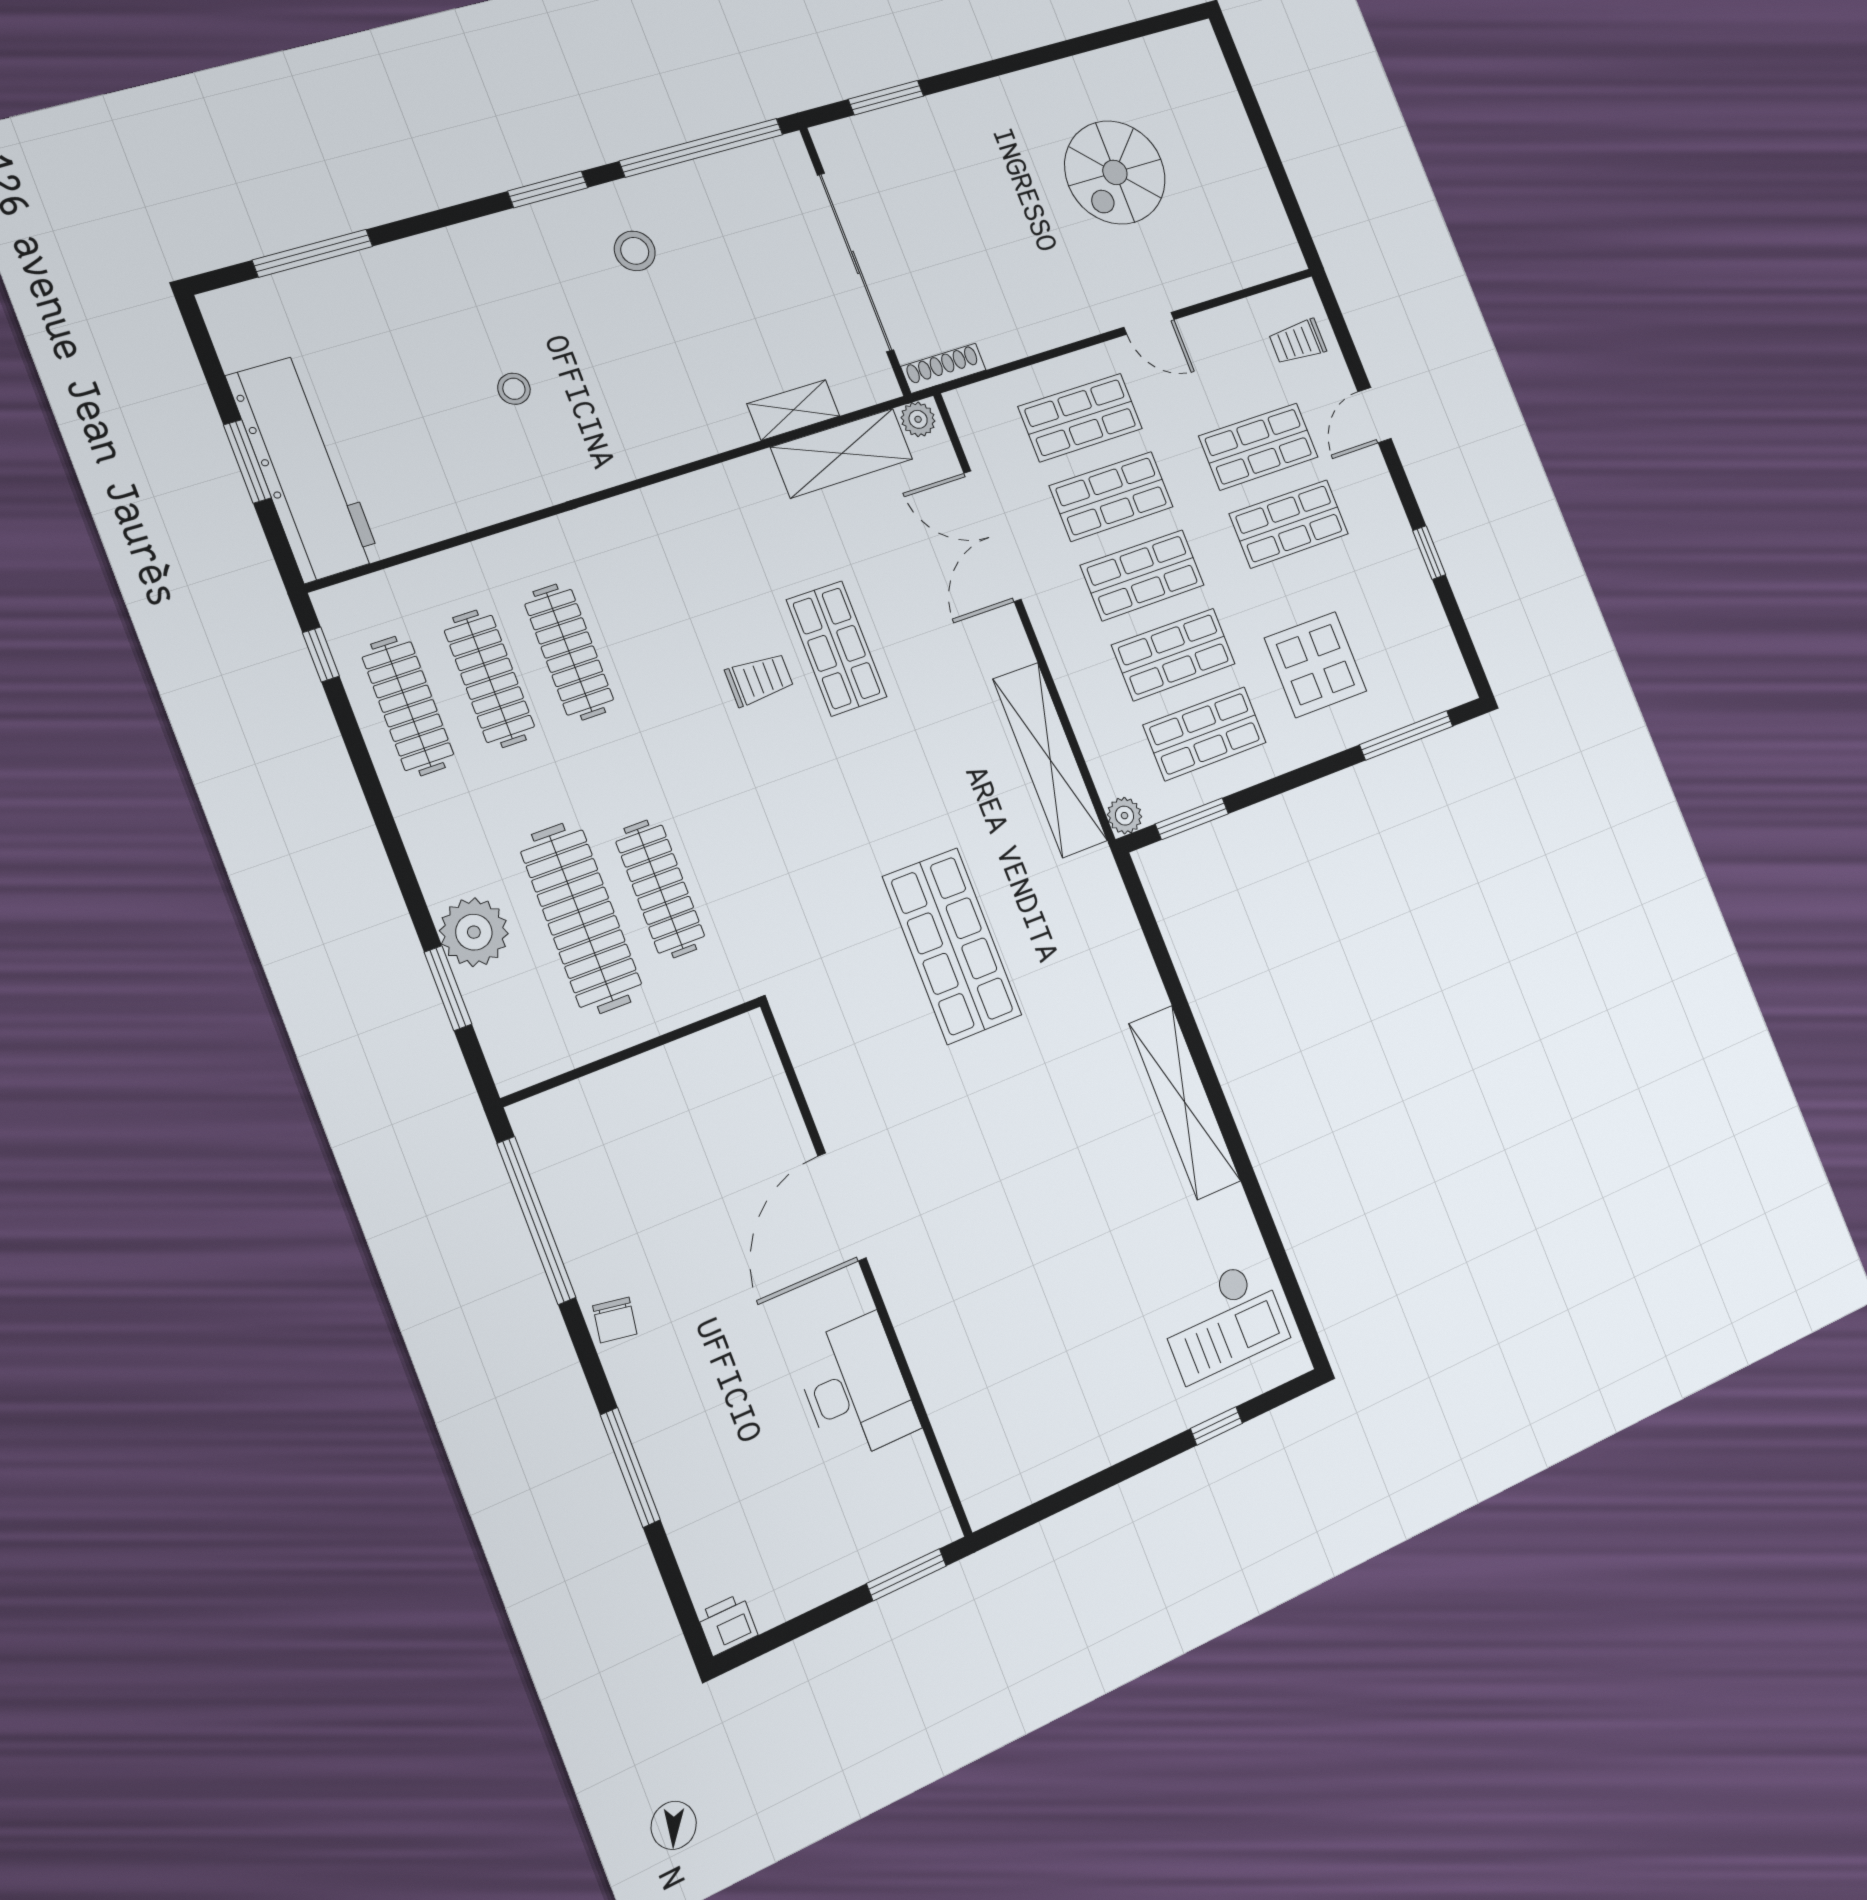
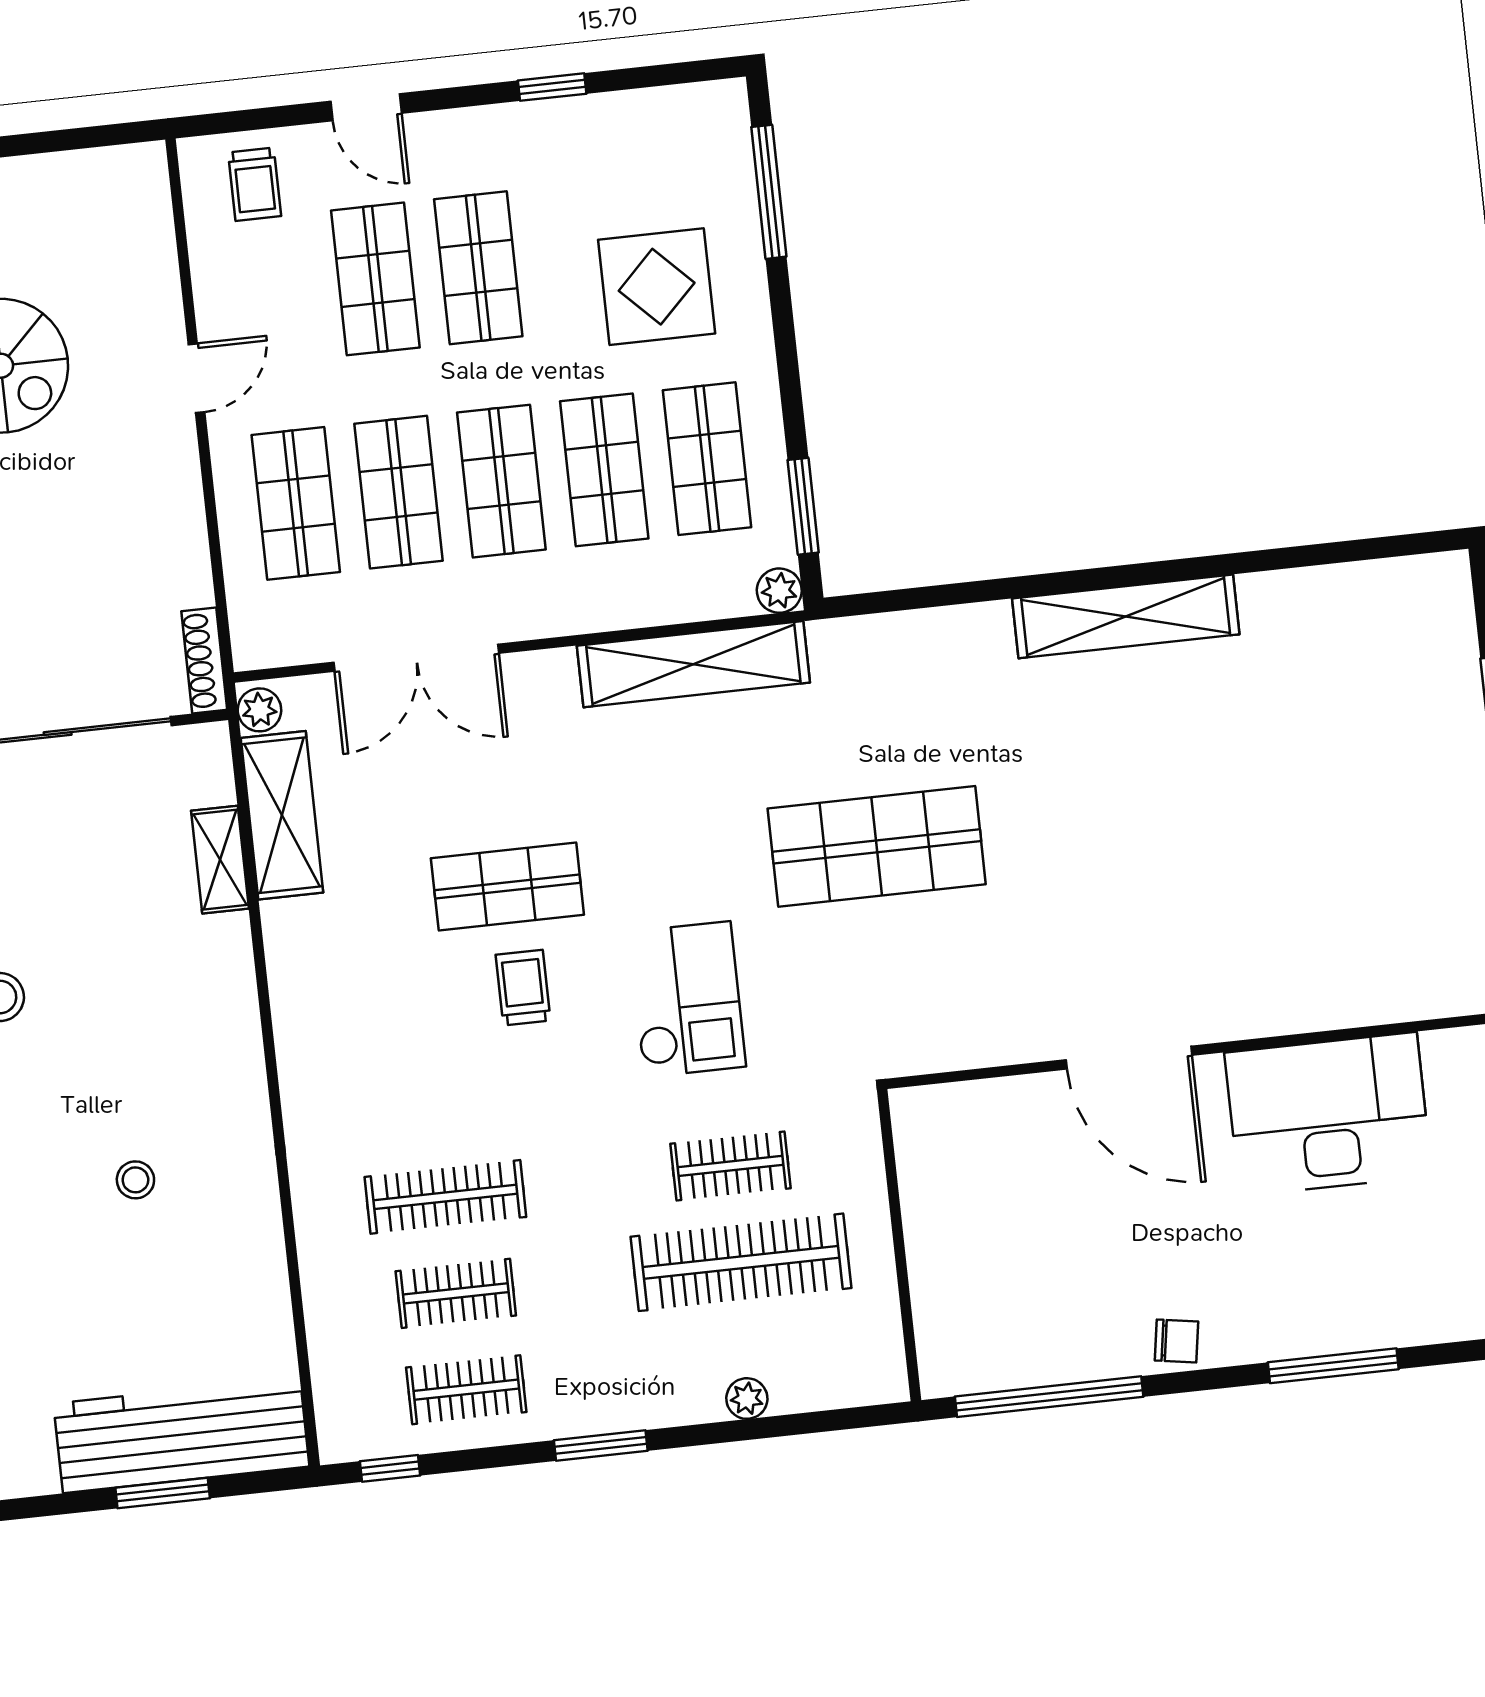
clothes rail: (489, 679) -> (456, 1293), width x0.73
clothes rail: (408, 706) -> (466, 1390), width x0.73
clothes rail: (660, 889) -> (731, 1166), width x0.73
plant: (474, 932) -> (747, 1399), width x0.53, depth x0.53
window: (448, 988) -> (601, 1445), moved
checkout: (1223, 1321) -> (687, 999), moved
desk: (856, 1388) -> (1328, 1114), width x1.36, depth x1.30

